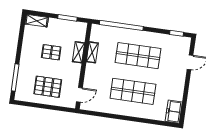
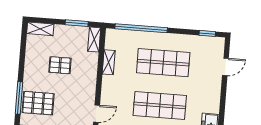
shelving: (79, 52) -> (94, 39), moved
pallet: (48, 87) -> (38, 103), moved

